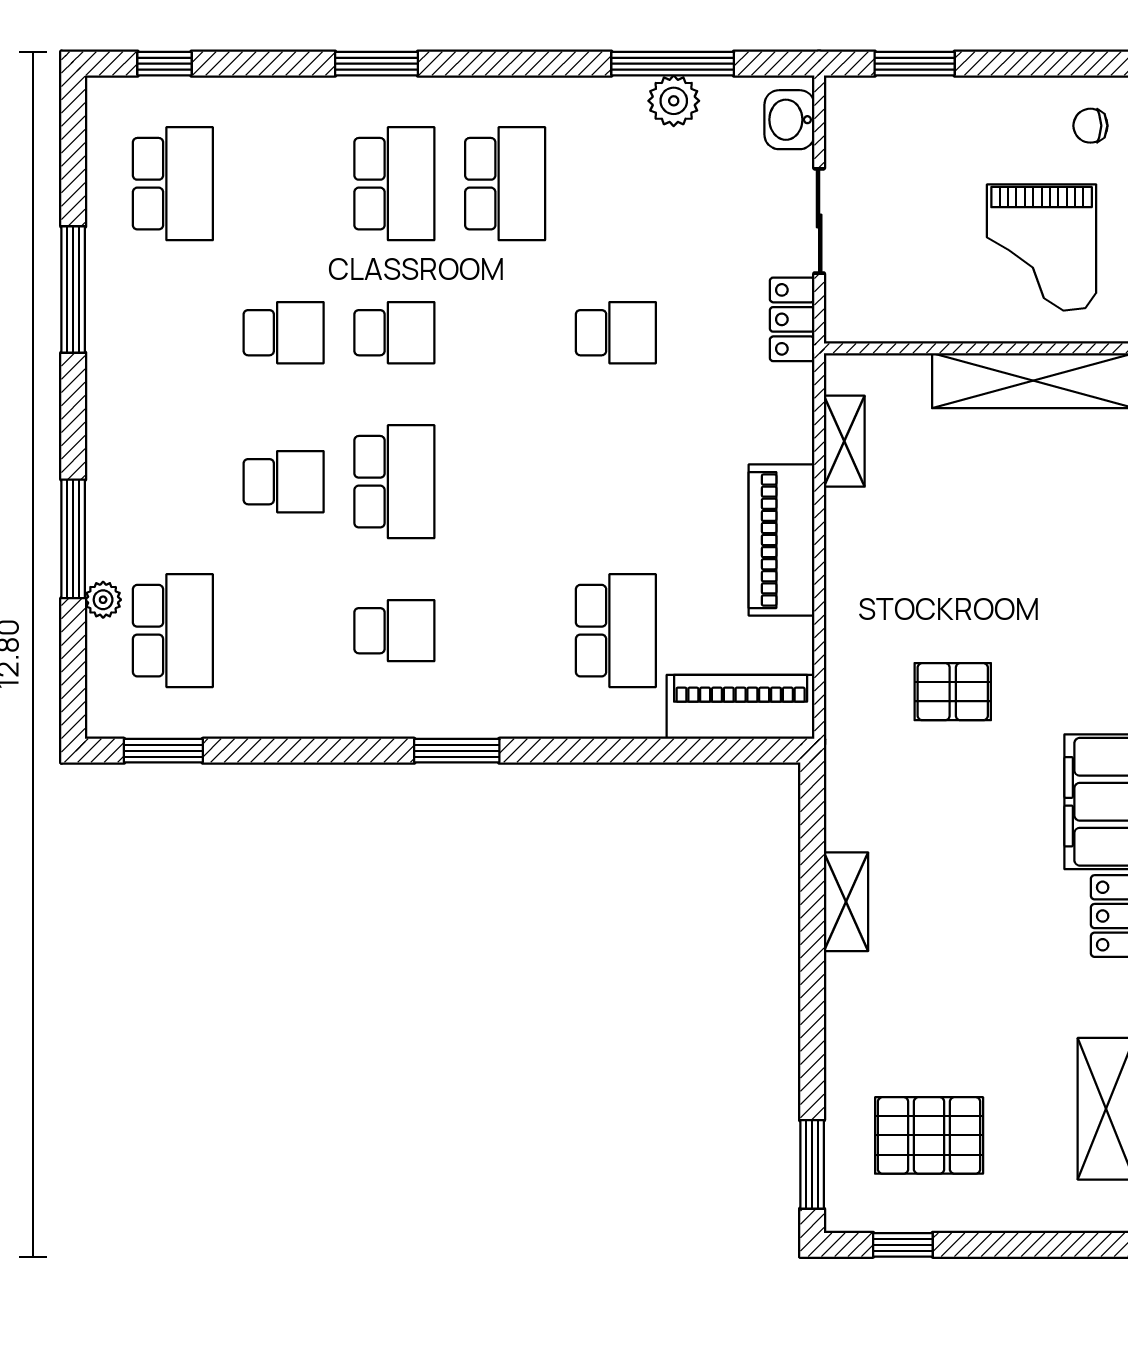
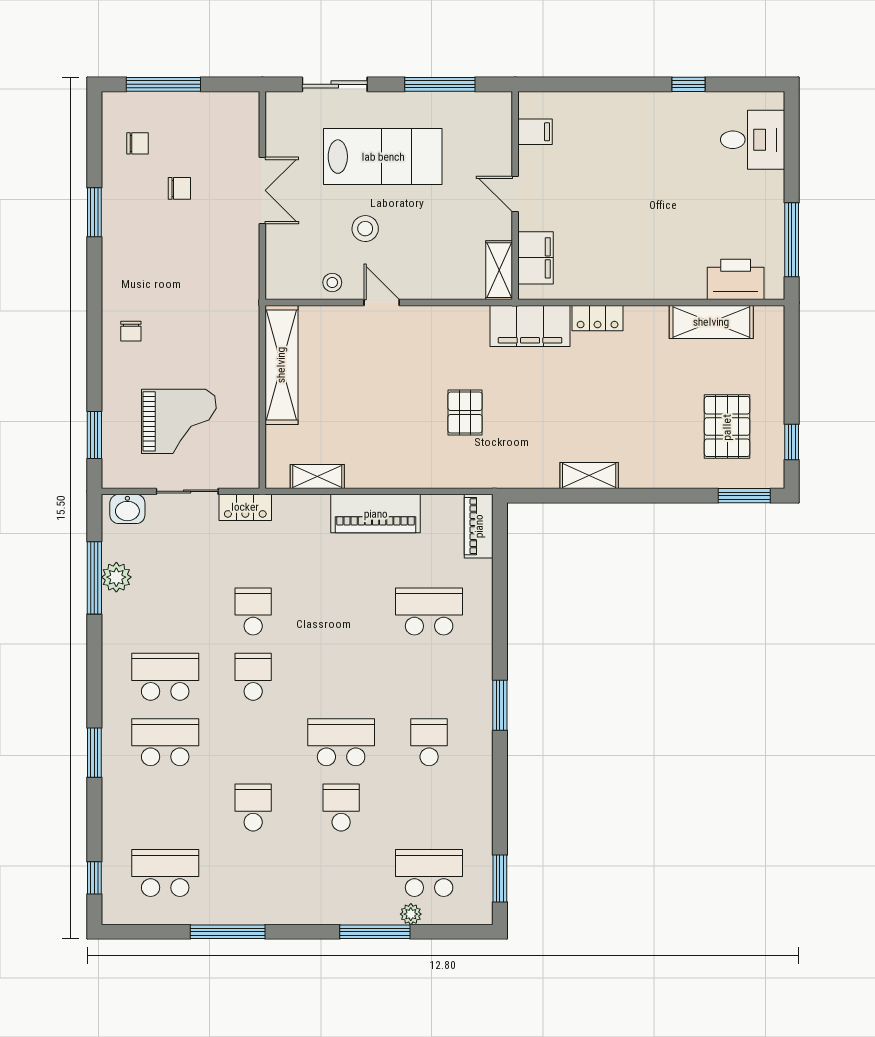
grand piano: (1042, 248) -> (179, 421), moved
school desk: (394, 333) -> (253, 677), moved
piano: (741, 707) -> (479, 526), width x0.73, depth x0.75

